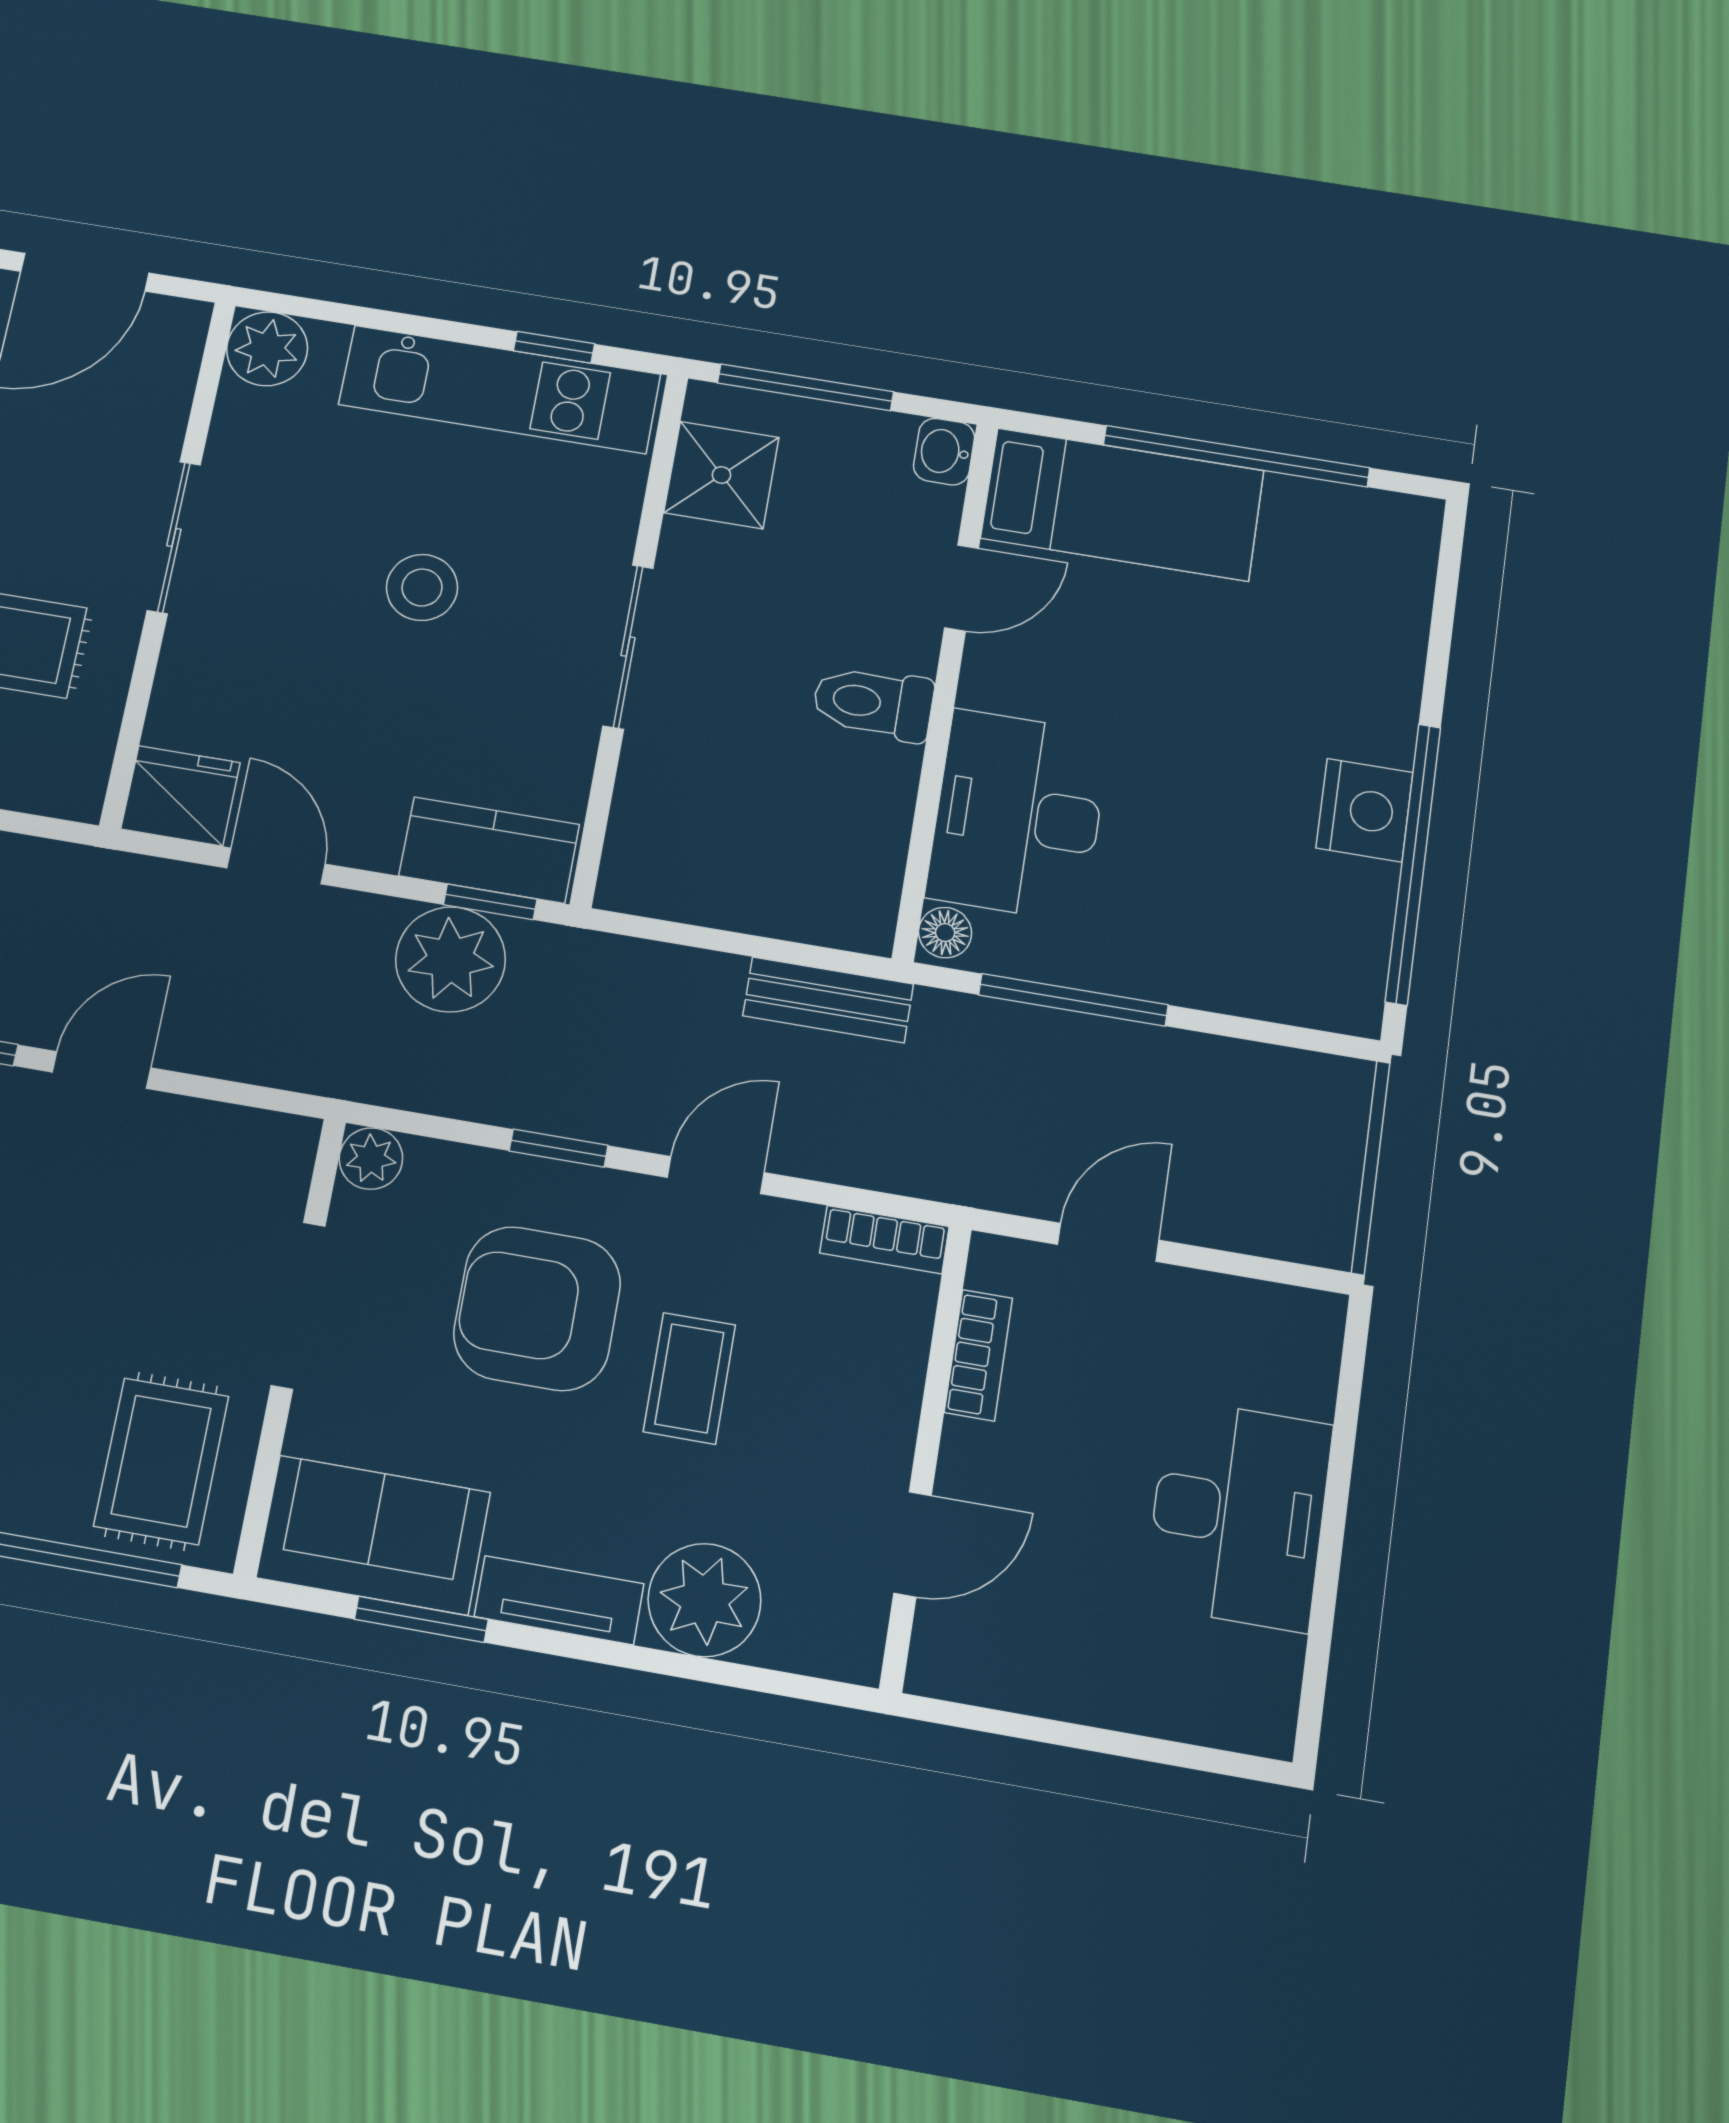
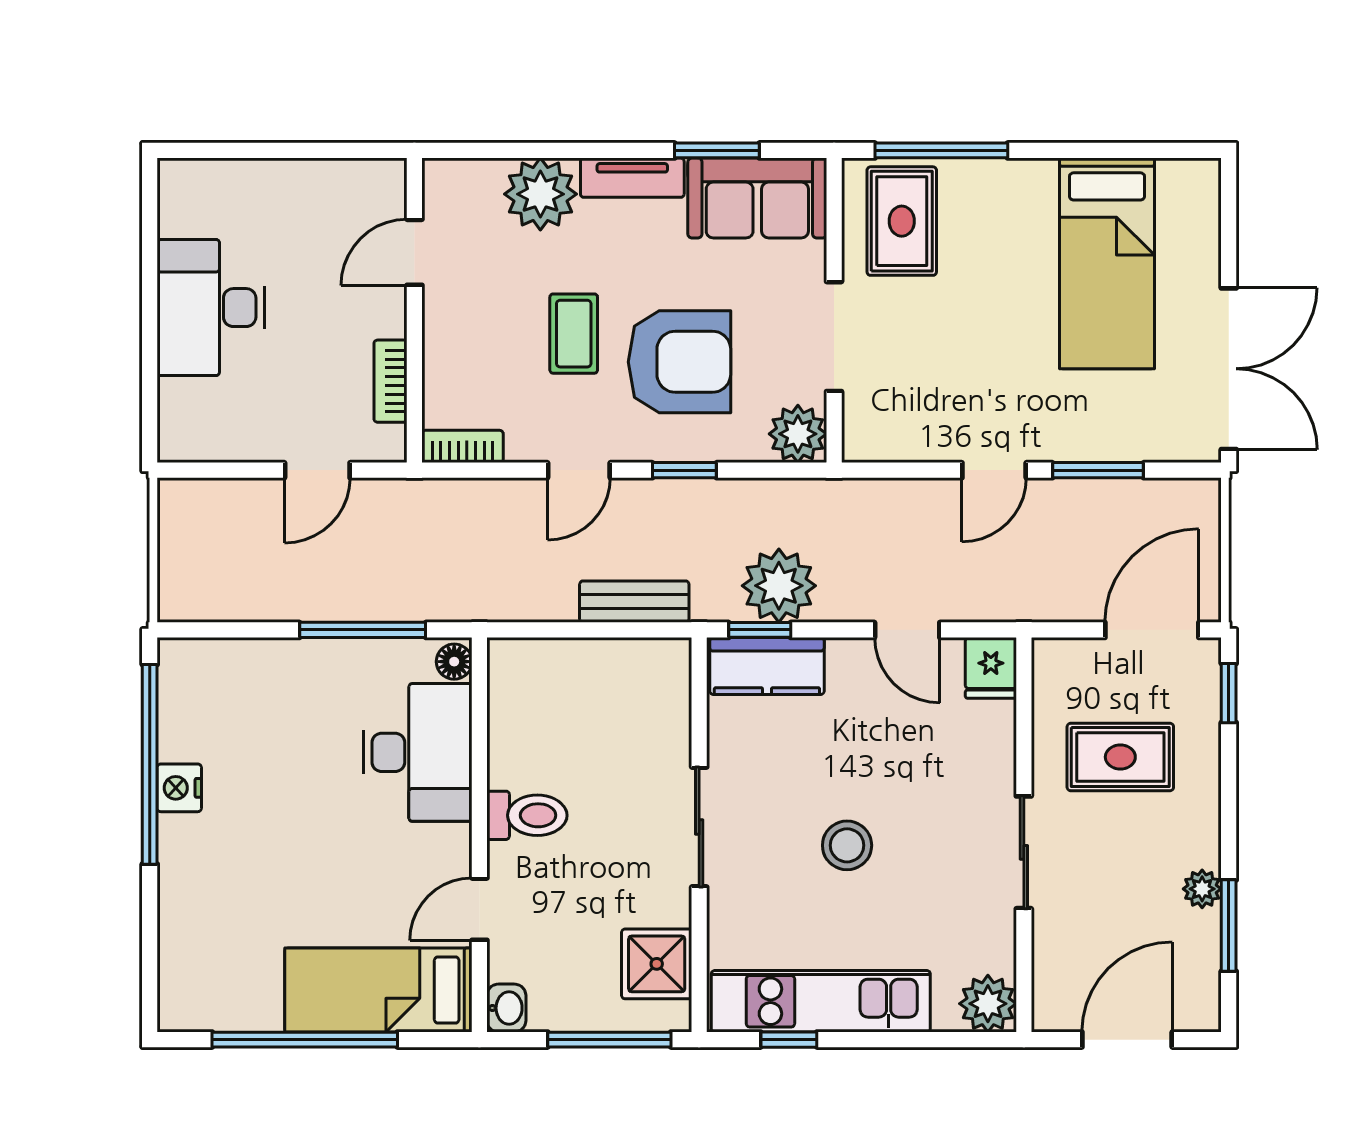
fridge: (181, 796) -> (991, 668), width x0.72
nightstand: (1365, 810) -> (179, 788), width x0.74, depth x0.75
bench: (828, 1000) -> (634, 602), moved
plant: (371, 1159) -> (798, 434), width x1.38, depth x1.38

